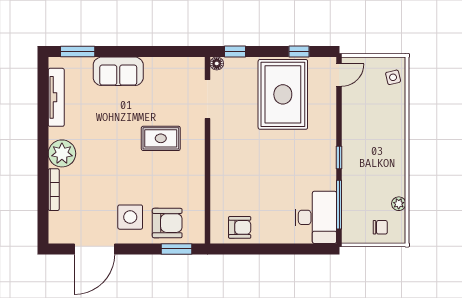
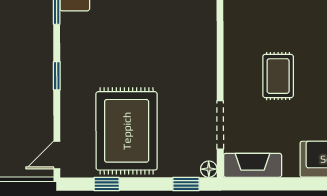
fireplace: (181, 66) -> (253, 165), added
rug: (161, 138) -> (278, 76), turned 90
window: (339, 158) -> (57, 76), moved

